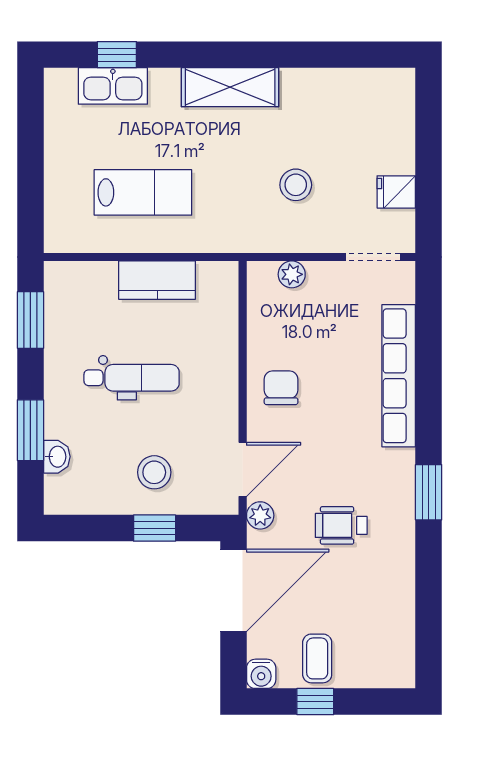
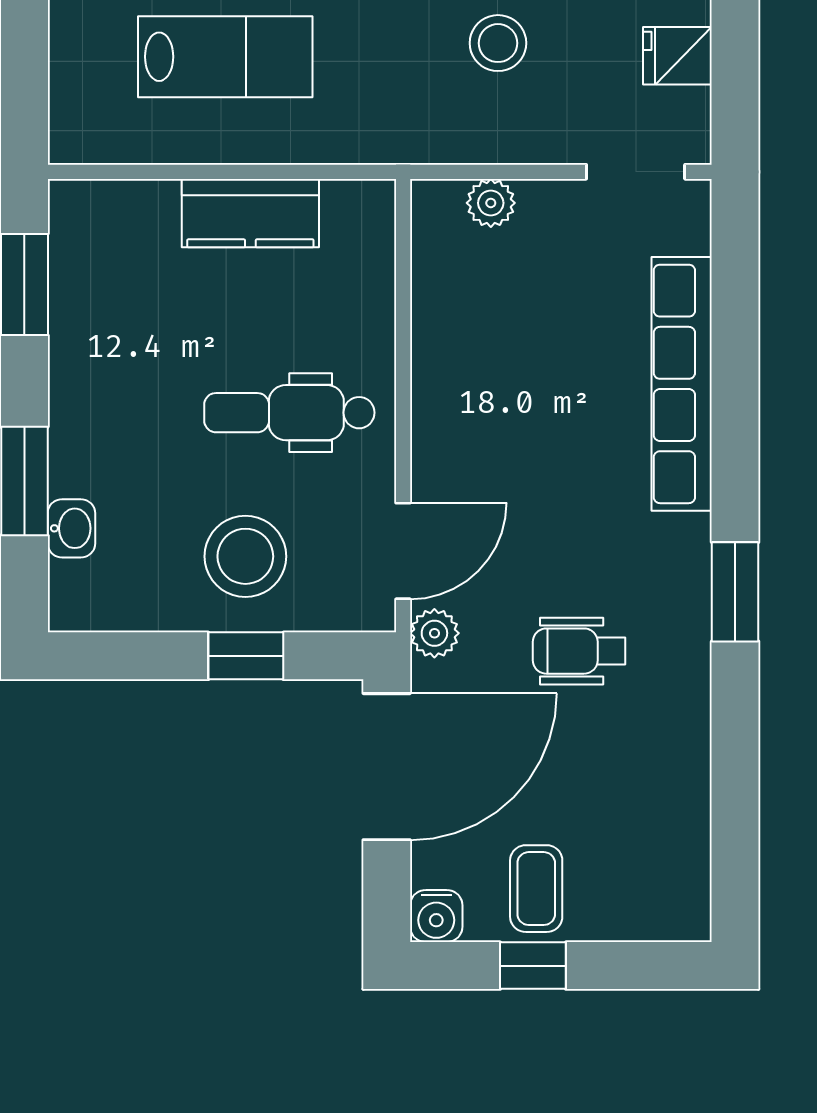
dental chair: (132, 378) -> (289, 413), moved, turned 180
chair: (281, 388) -> (472, 405), removed
stool: (154, 472) -> (245, 556), width x1.38, depth x1.38

